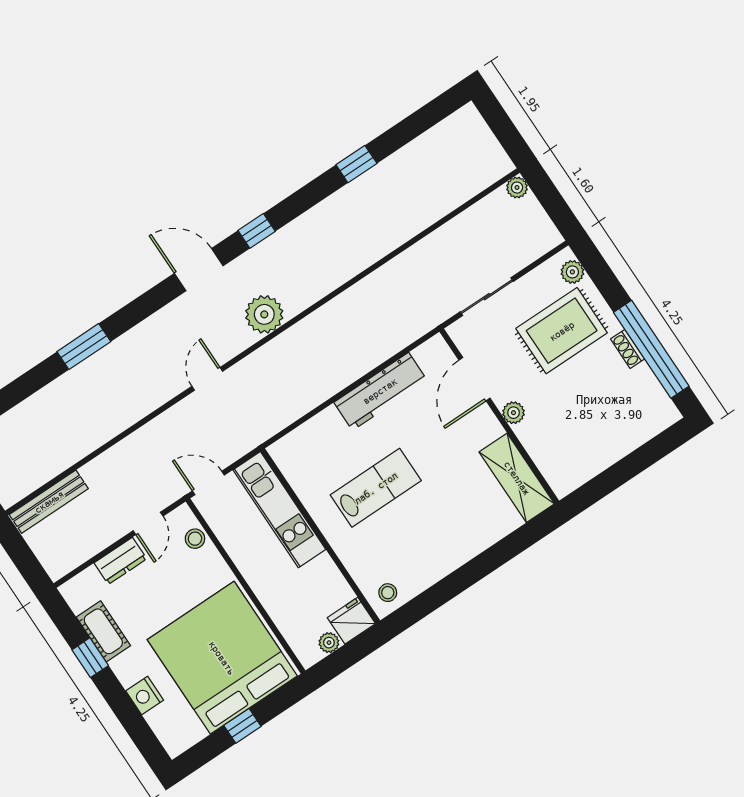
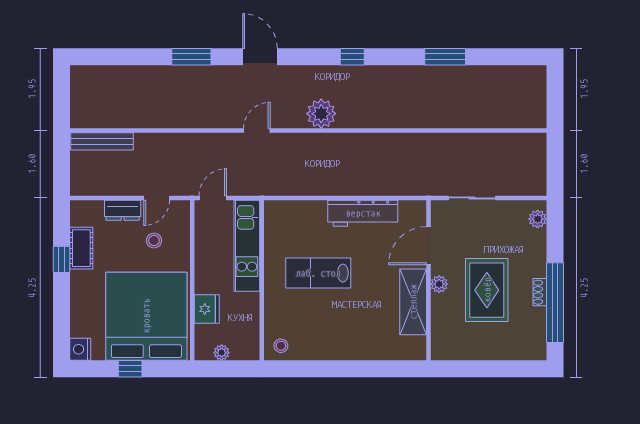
window: (356, 164) -> (445, 57), width x1.50
plant: (517, 188) -> (538, 141), removed
door: (199, 270) -> (260, 57), moved
rug: (562, 331) -> (487, 290), moved, turned 90
shelving: (517, 478) -> (413, 302), moved
door: (208, 483) -> (213, 198), hinge flipped
lab bench: (376, 488) -> (318, 273), turned 180
stool: (195, 539) -> (154, 241), moved
fridge: (351, 621) -> (207, 309), moved, turned 90
nightstand: (145, 696) -> (80, 349), moved

